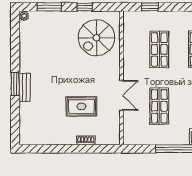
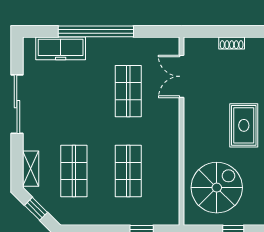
double door: (122, 95) -> (181, 76), moved
rug: (81, 106) -> (244, 125), moved, turned 90

